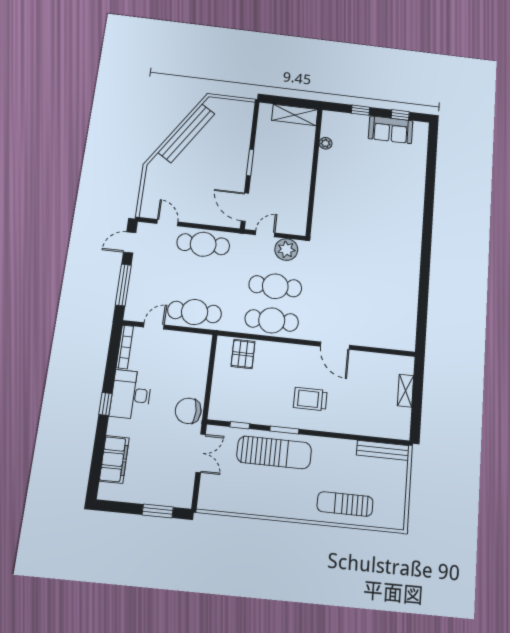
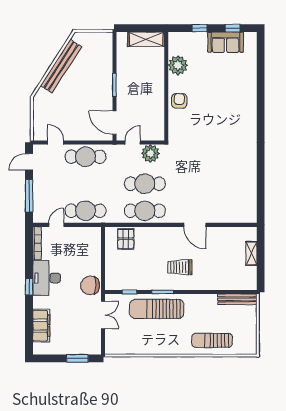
plant: (326, 143) -> (178, 65), width x1.87, depth x1.87
armchair: (329, 191) -> (179, 101), added
sun lounger: (274, 452) -> (157, 309), turned 180

